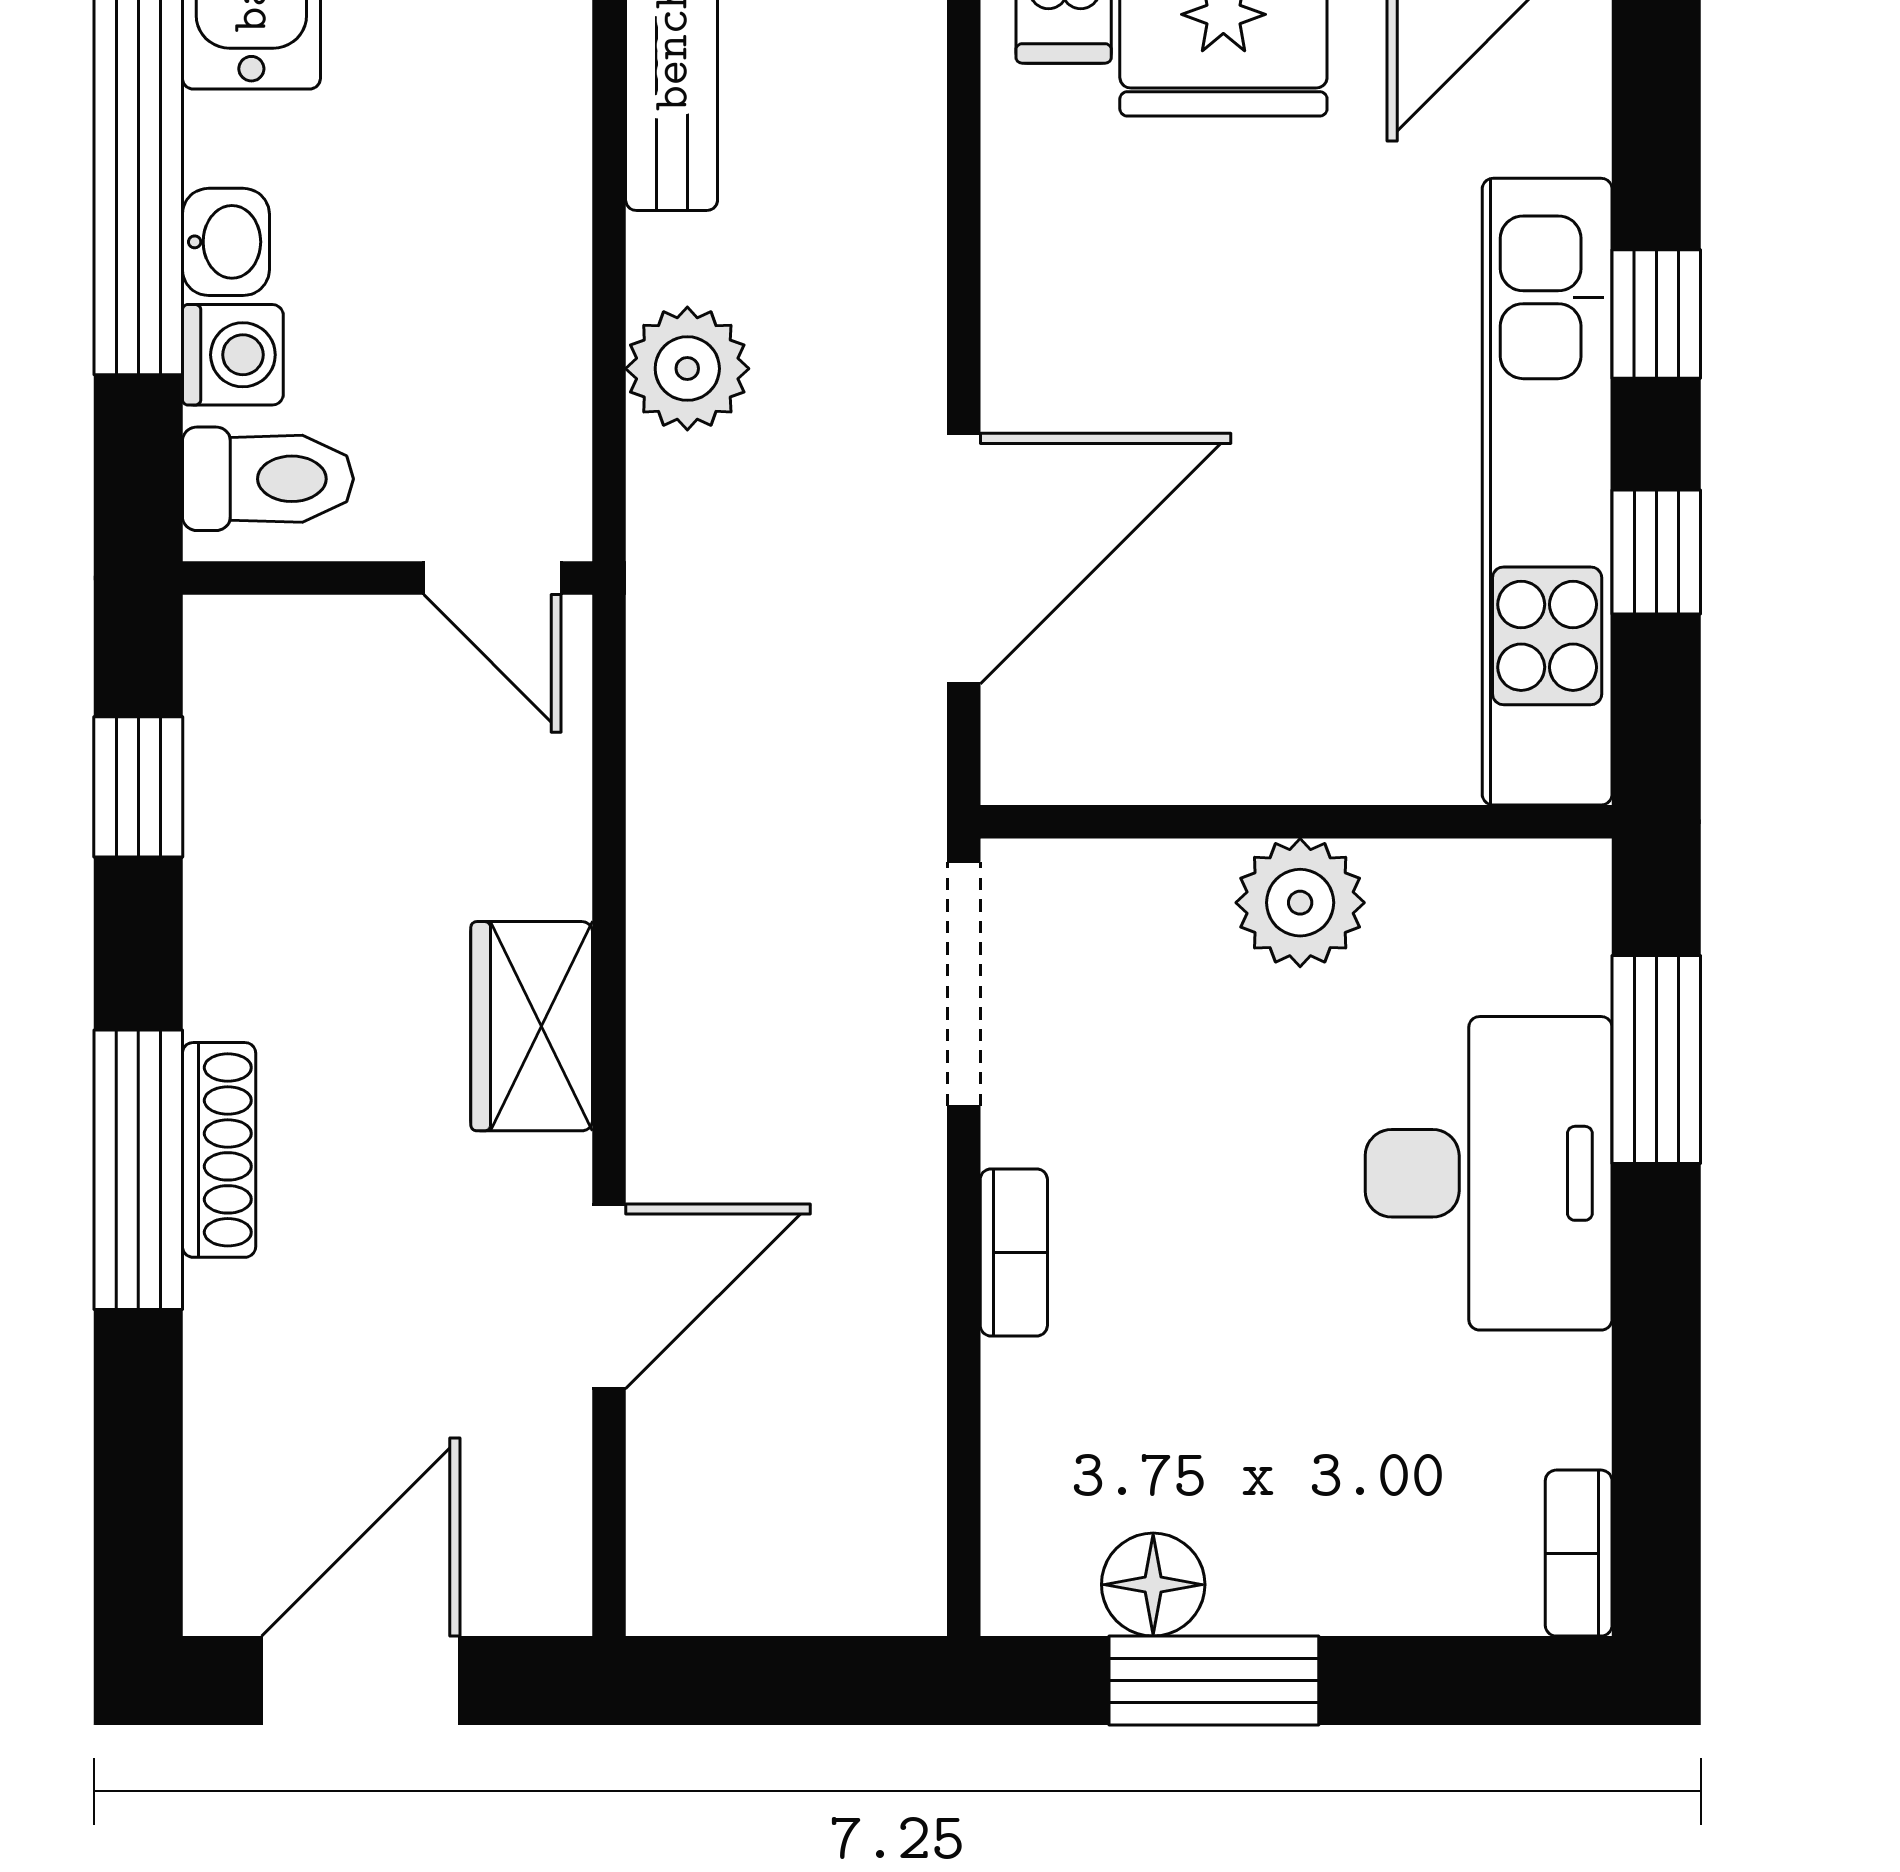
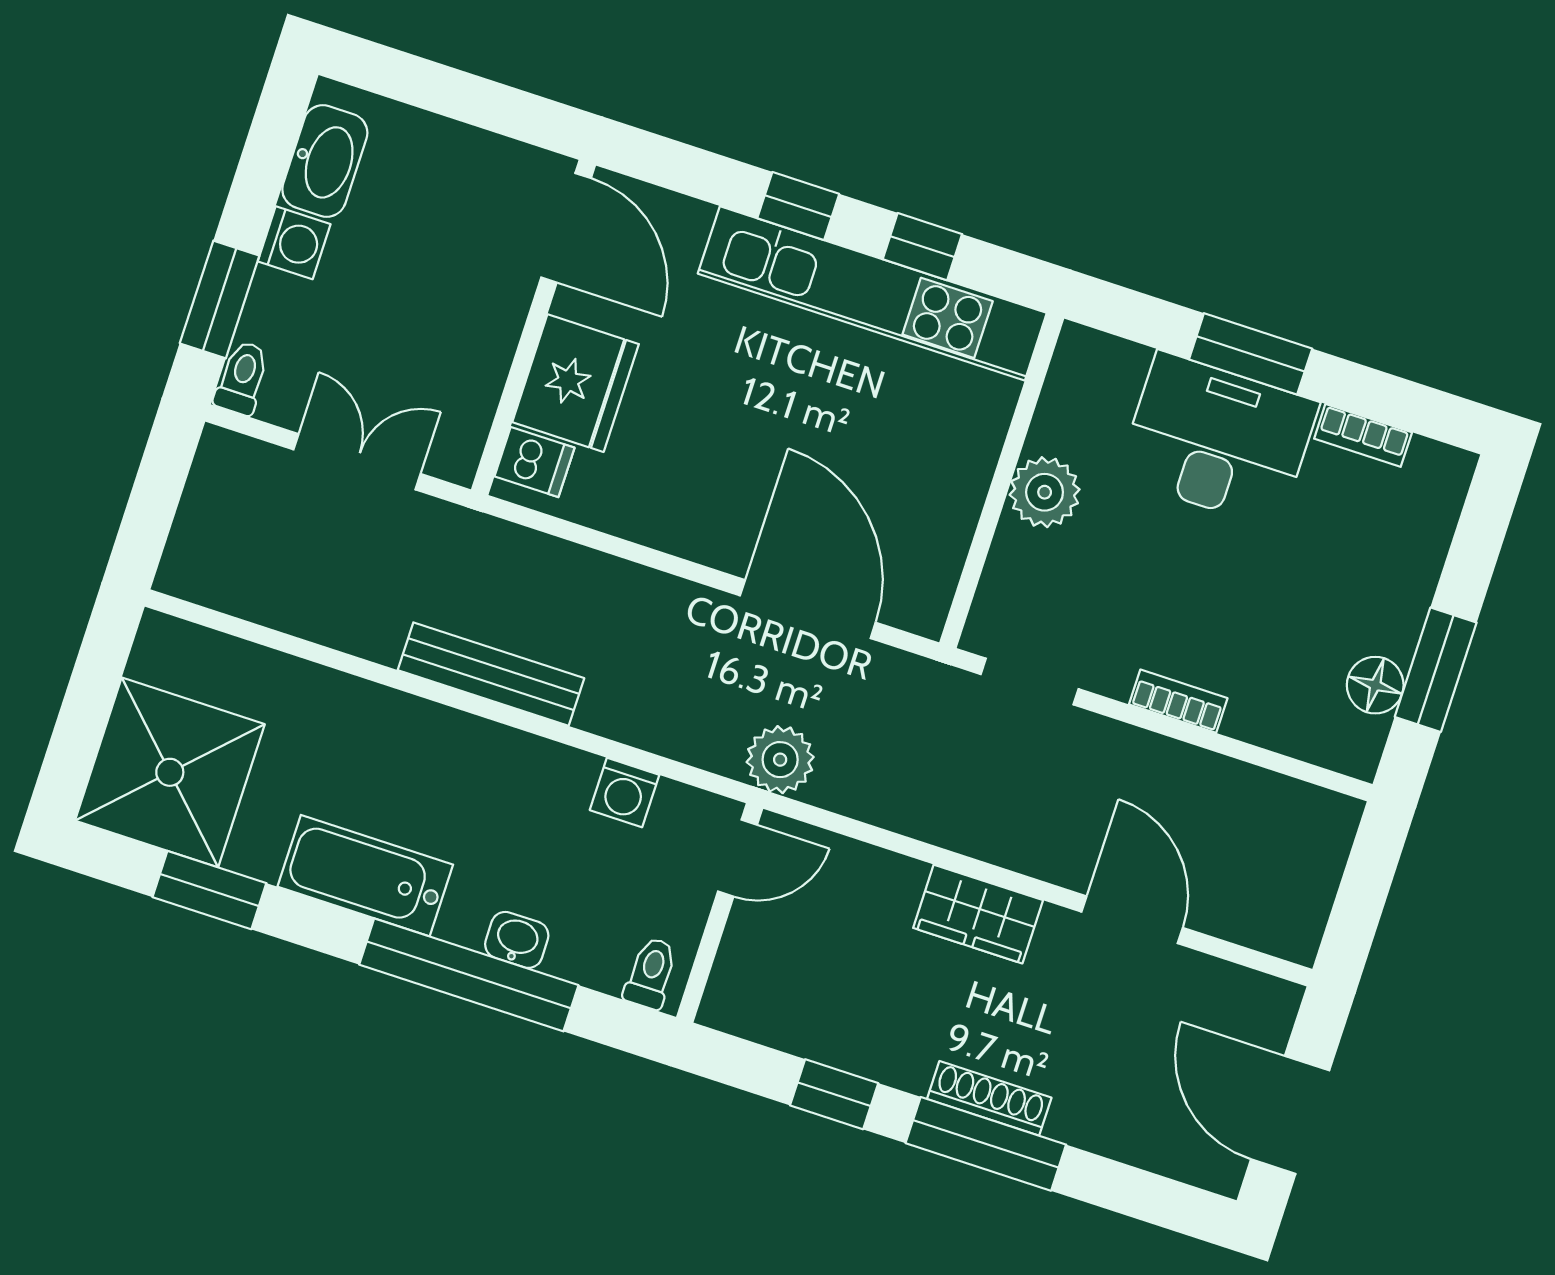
washing machine: (233, 355) -> (624, 792), moved, turned 180
plant: (687, 369) -> (780, 760), moved
toilet: (268, 479) -> (651, 973), width x0.73, depth x0.72
window: (138, 787) -> (834, 1094), moved
doorway: (964, 984) -> (1030, 682), width x0.73
window: (1656, 1059) -> (1251, 354), moved
bookcase: (1579, 1553) -> (1363, 435), moved

